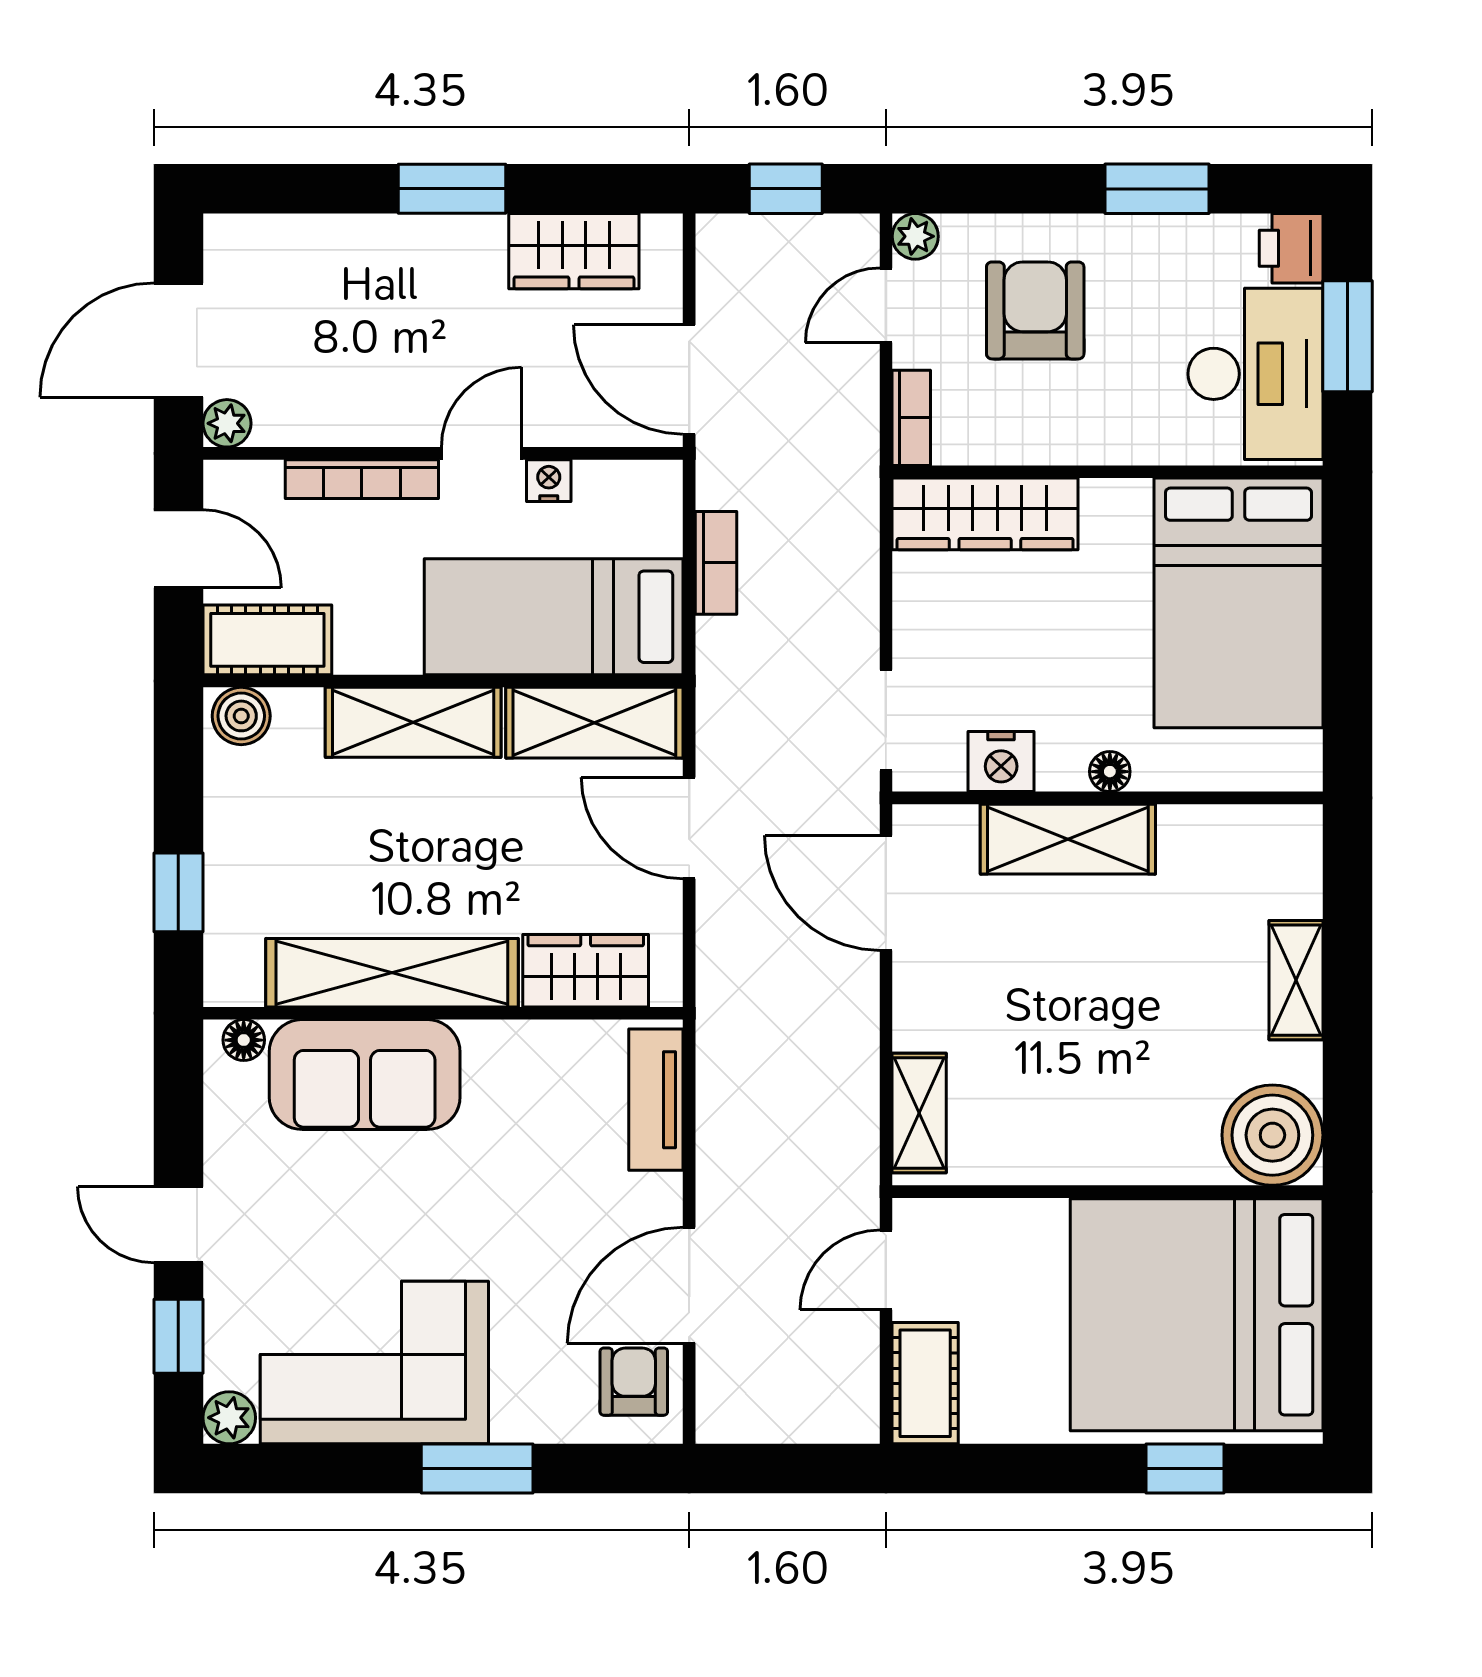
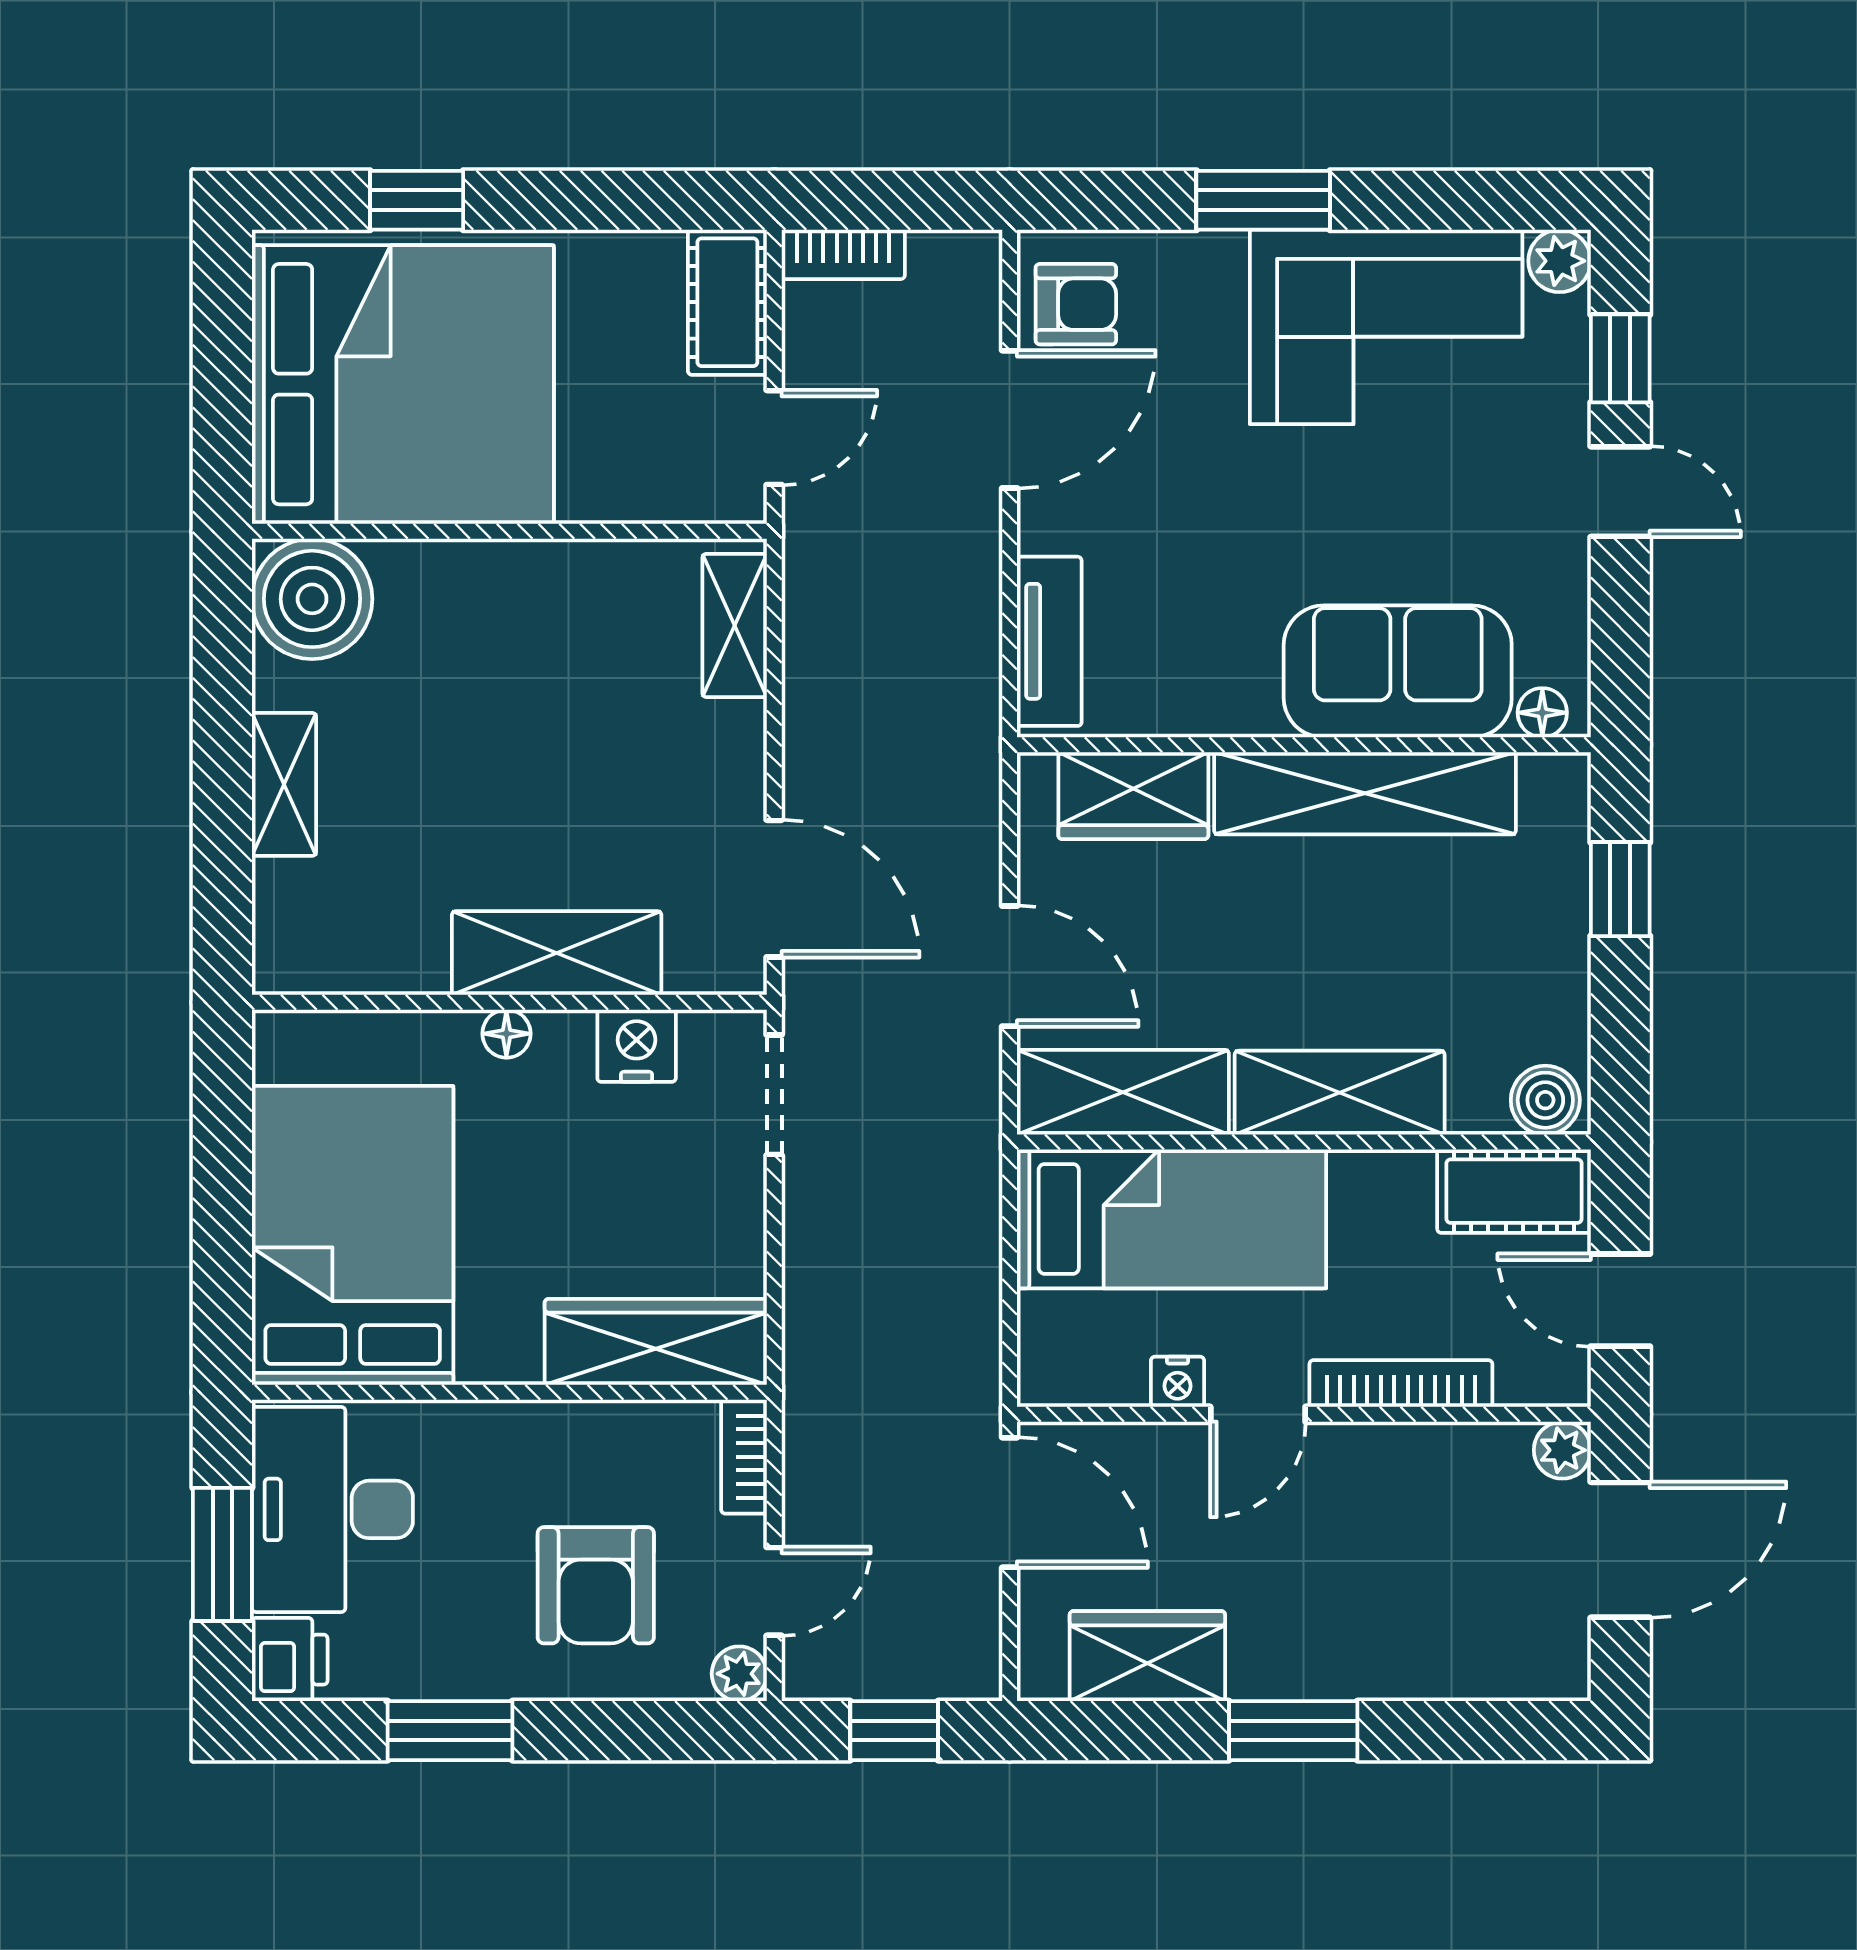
bookcase: (716, 563) -> (843, 254), moved, turned -90
armchair: (634, 1382) -> (1076, 304), turned -90

